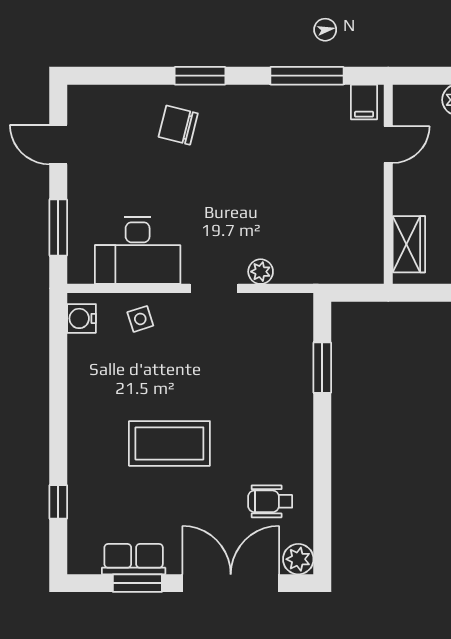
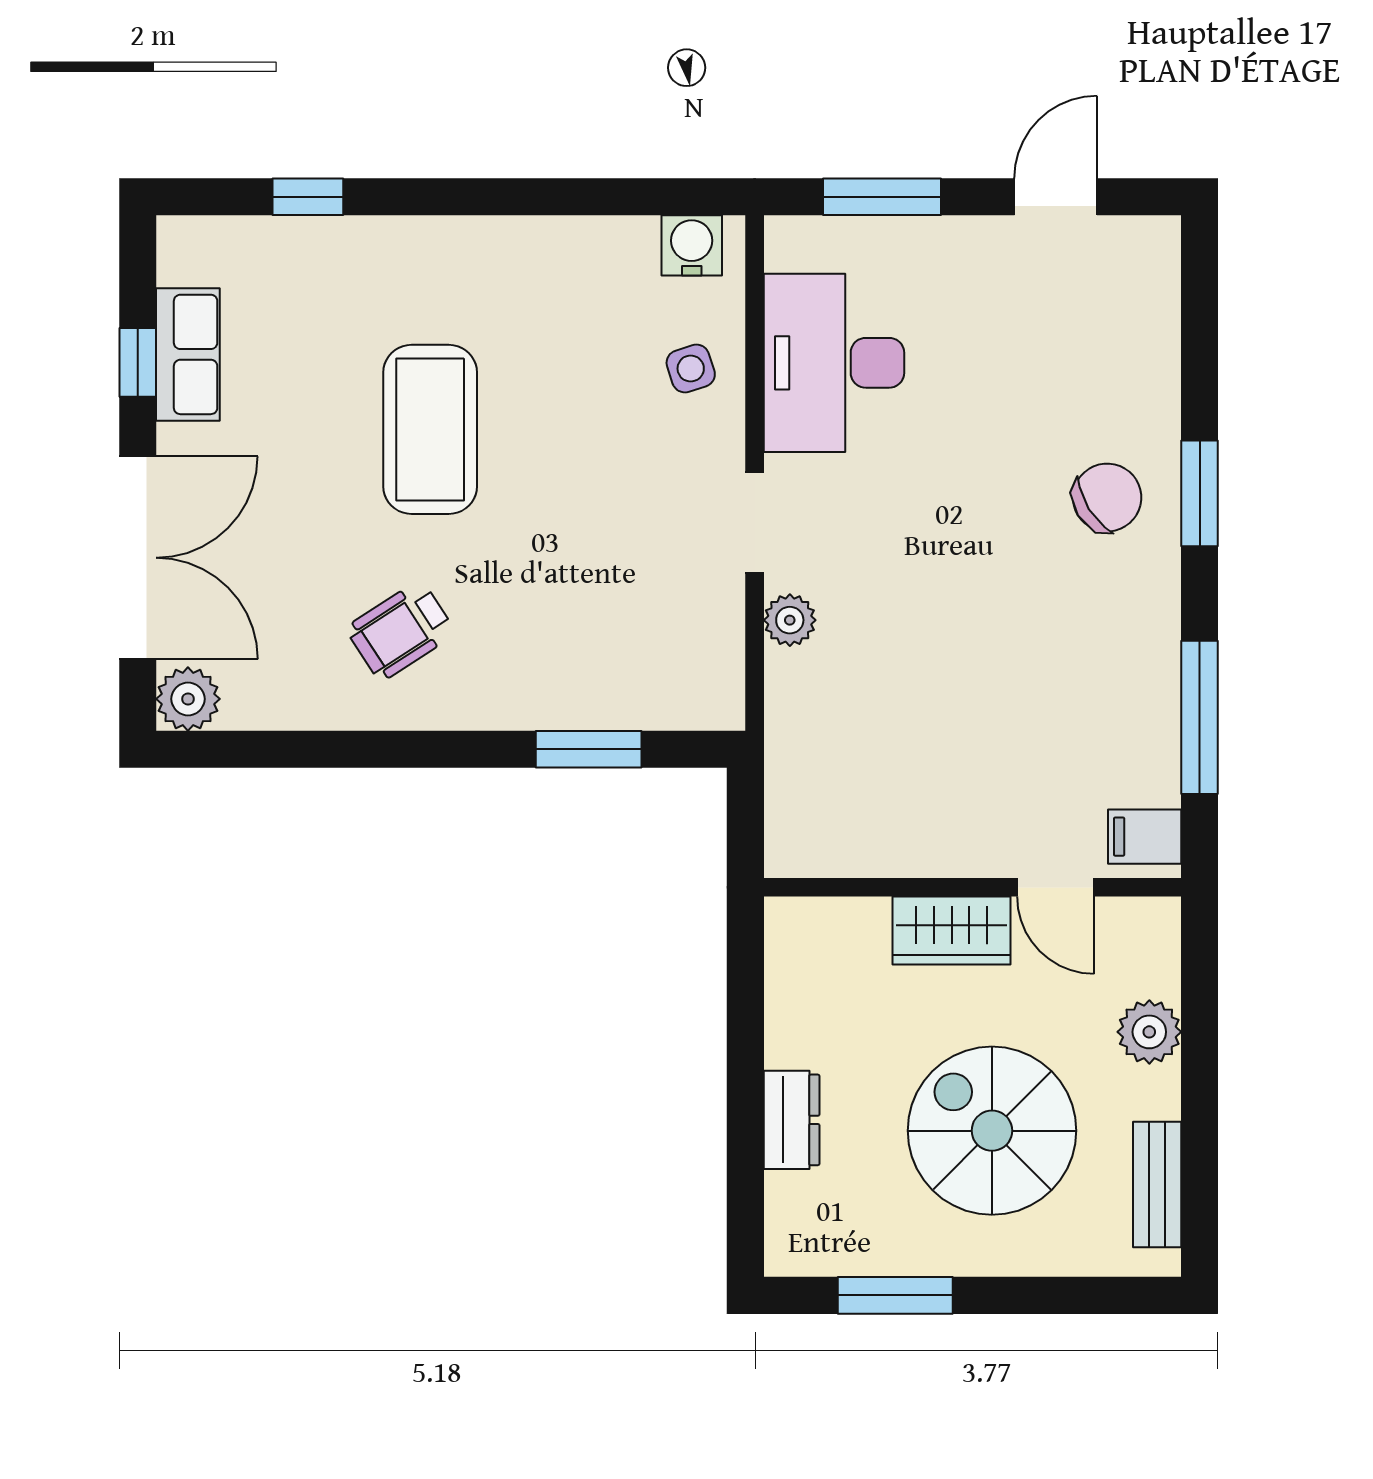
chair: (178, 125) -> (1107, 498), moved, turned 44
wardrobe: (409, 244) -> (952, 931), moved
wheelchair: (270, 501) -> (401, 631), moved, turned -123
window: (137, 583) -> (138, 362), width x0.67

